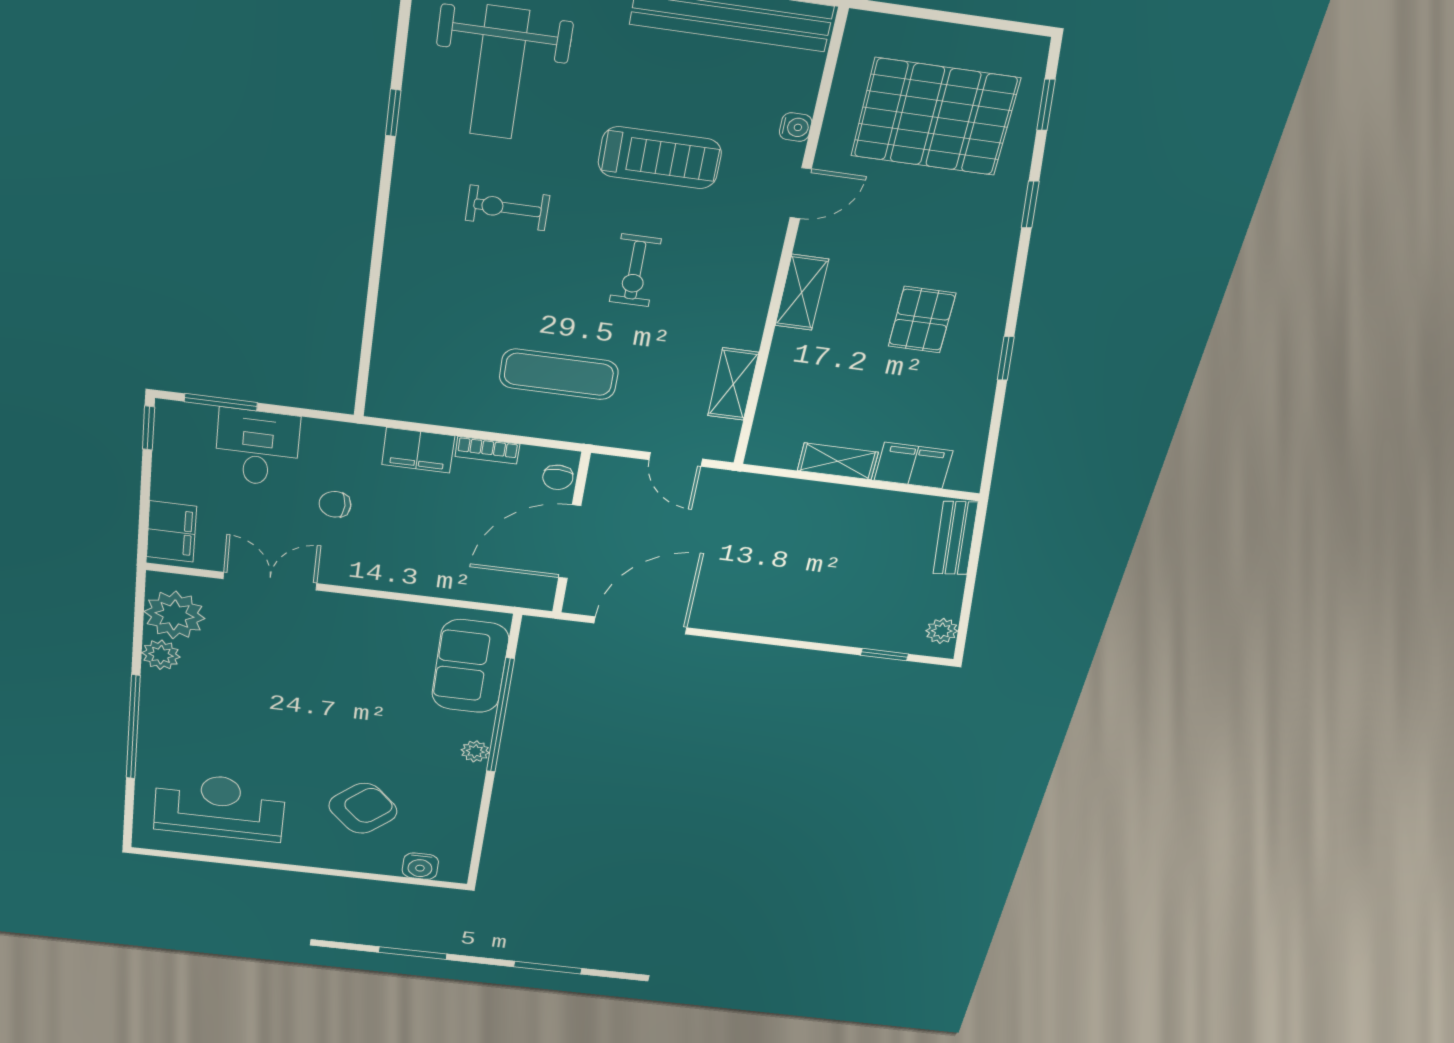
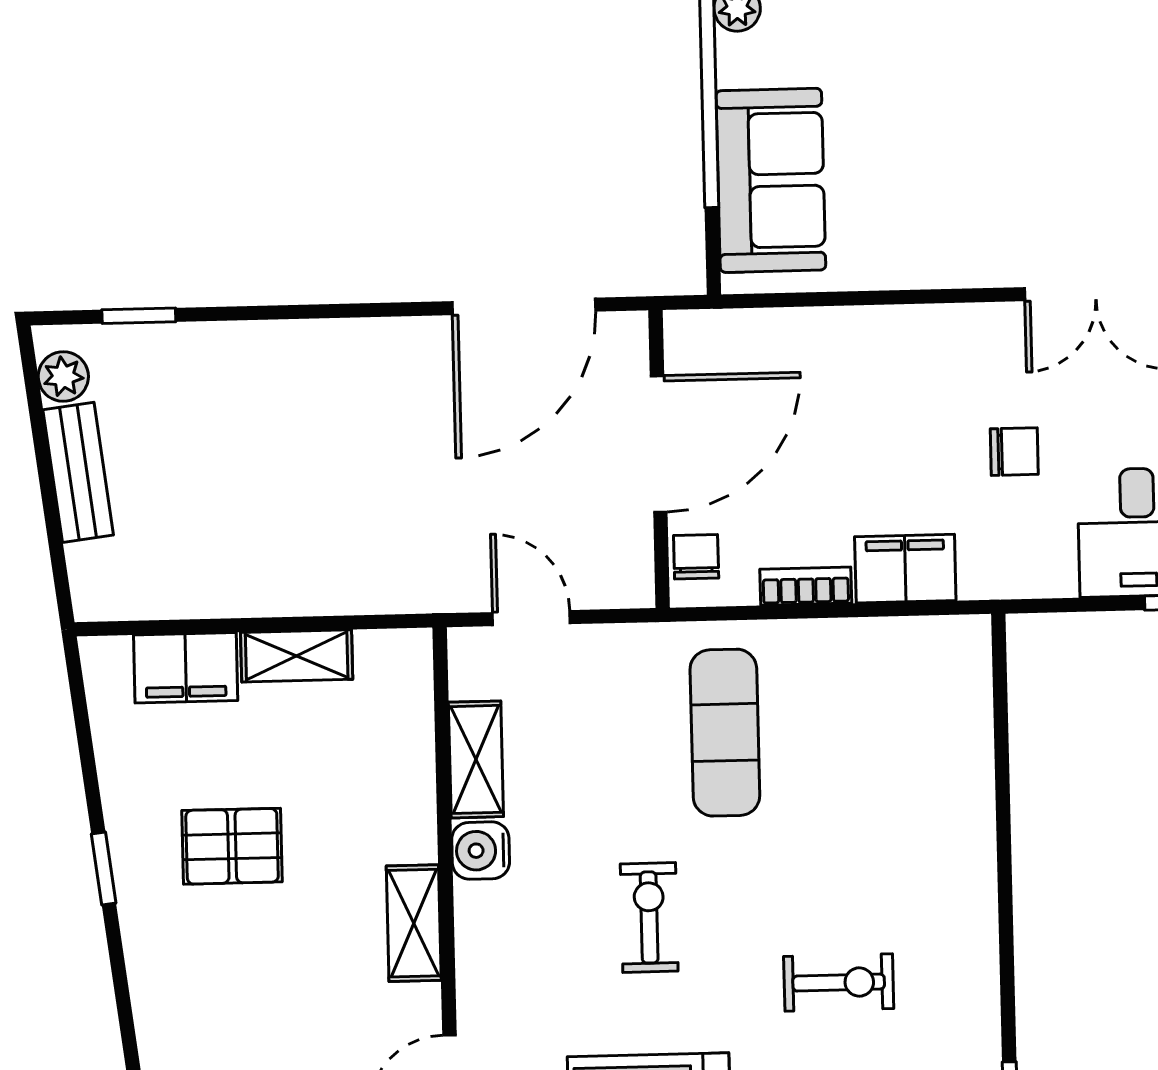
pallet: (922, 320) -> (232, 846), moved, turned 90
water cooler: (744, 330) -> (481, 851), added
exercise mat: (559, 374) -> (725, 733), turned 90
bench: (955, 538) -> (78, 472), moved

